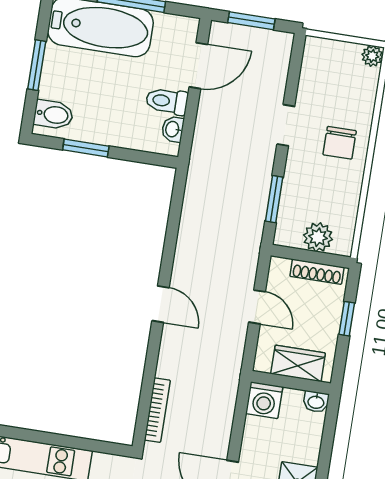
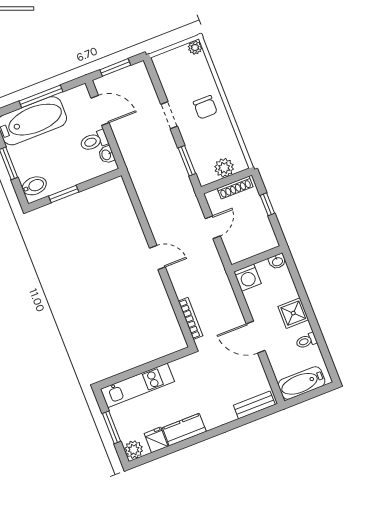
door: (198, 66) -> (100, 110), hinge flipped
door: (257, 307) -> (213, 227), hinge flipped
wardrobe: (298, 363) -> (255, 246), removed

